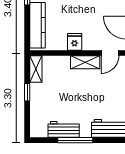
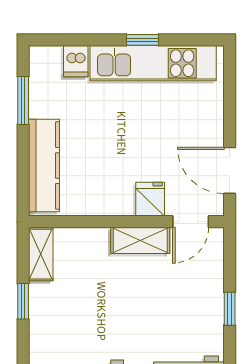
fridge: (75, 42) -> (150, 199), moved

